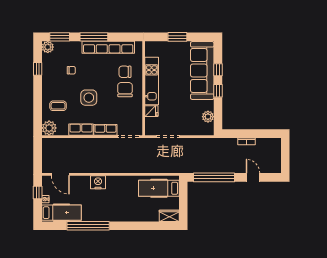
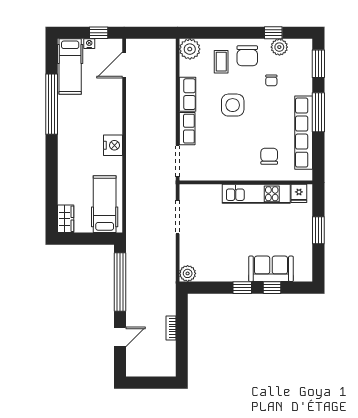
plant: (48, 47) -> (279, 47), moved
sofa: (202, 70) -> (271, 269), width x0.54, depth x0.79
chair: (125, 90) -> (247, 56), moved, turned 90
fridge: (151, 111) -> (299, 193), moved
plant: (208, 117) -> (188, 273), moved
nightstand: (98, 182) -> (113, 145), moved

